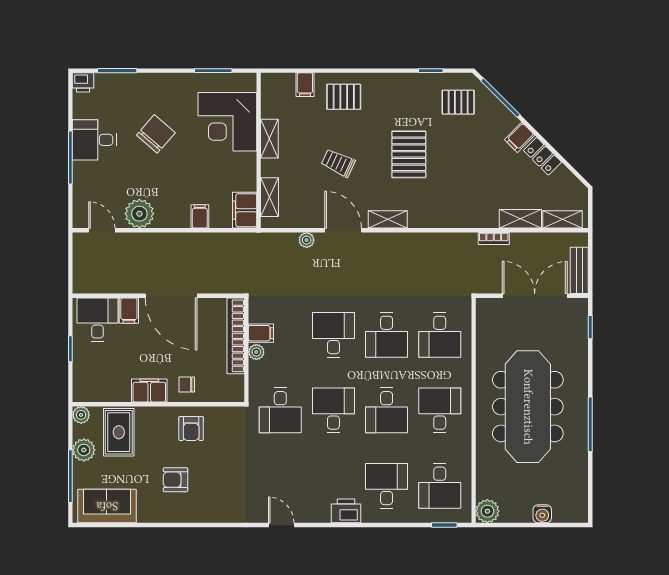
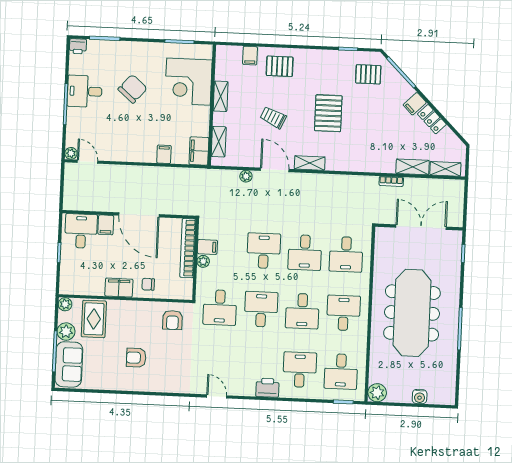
plant: (139, 214) -> (71, 153), moved, width x0.53, depth x0.53
bench: (579, 270) -> (457, 209), removed
armchair: (191, 428) -> (172, 320), moved
sofa: (107, 506) -> (69, 364), moved, turned 90

